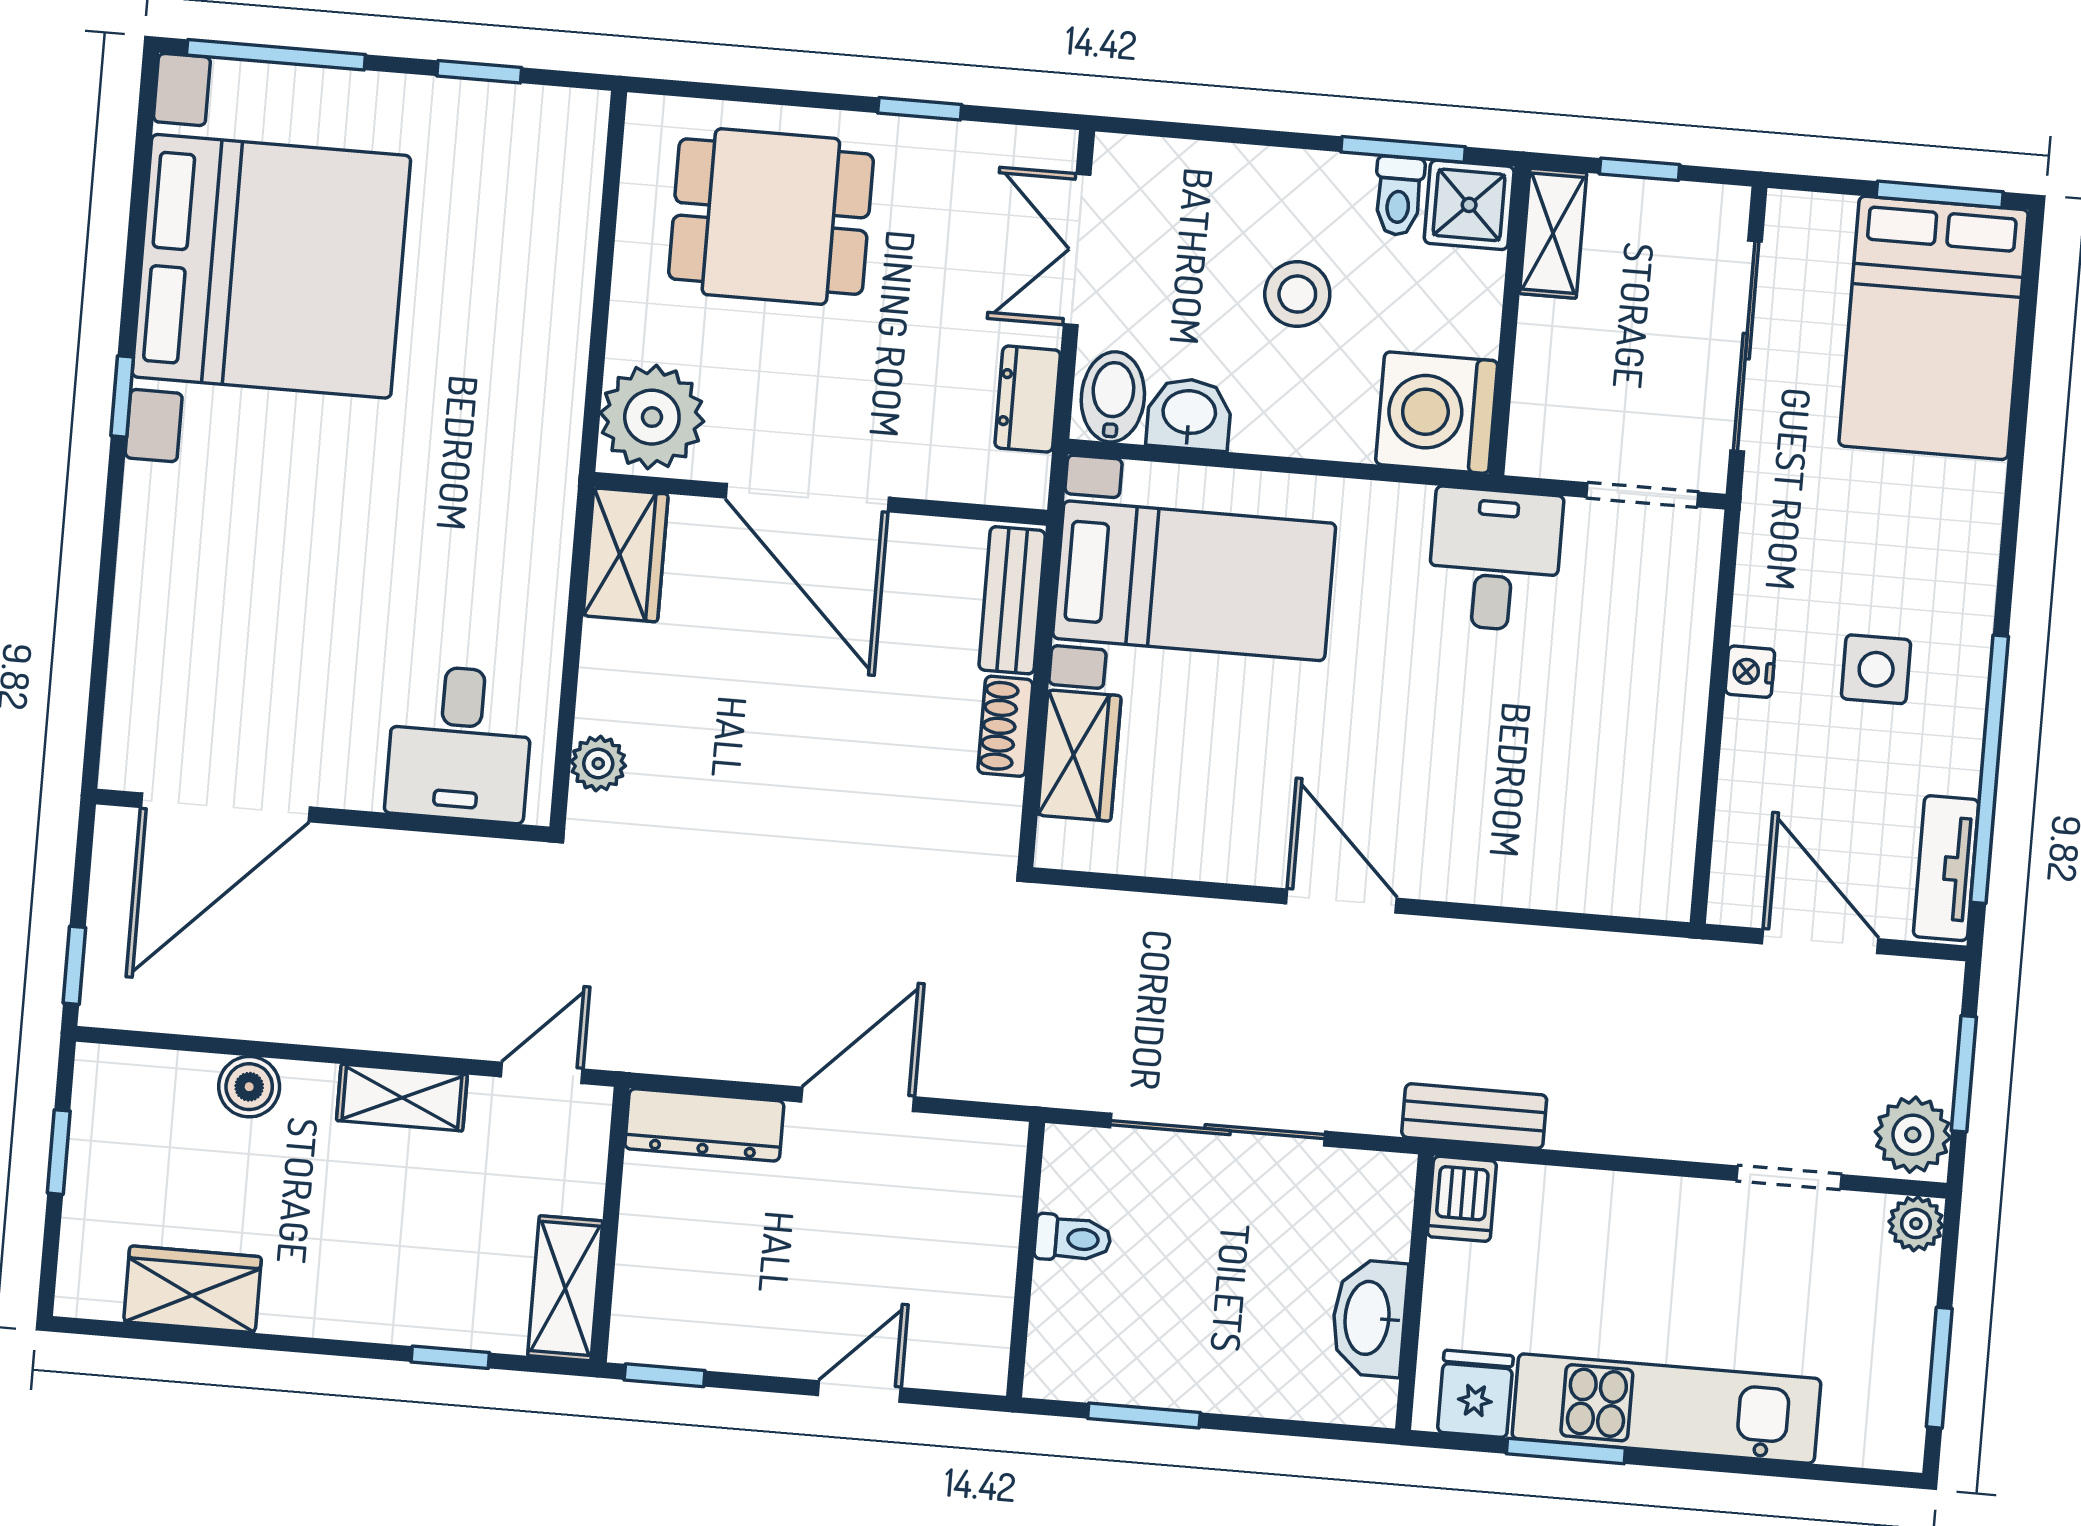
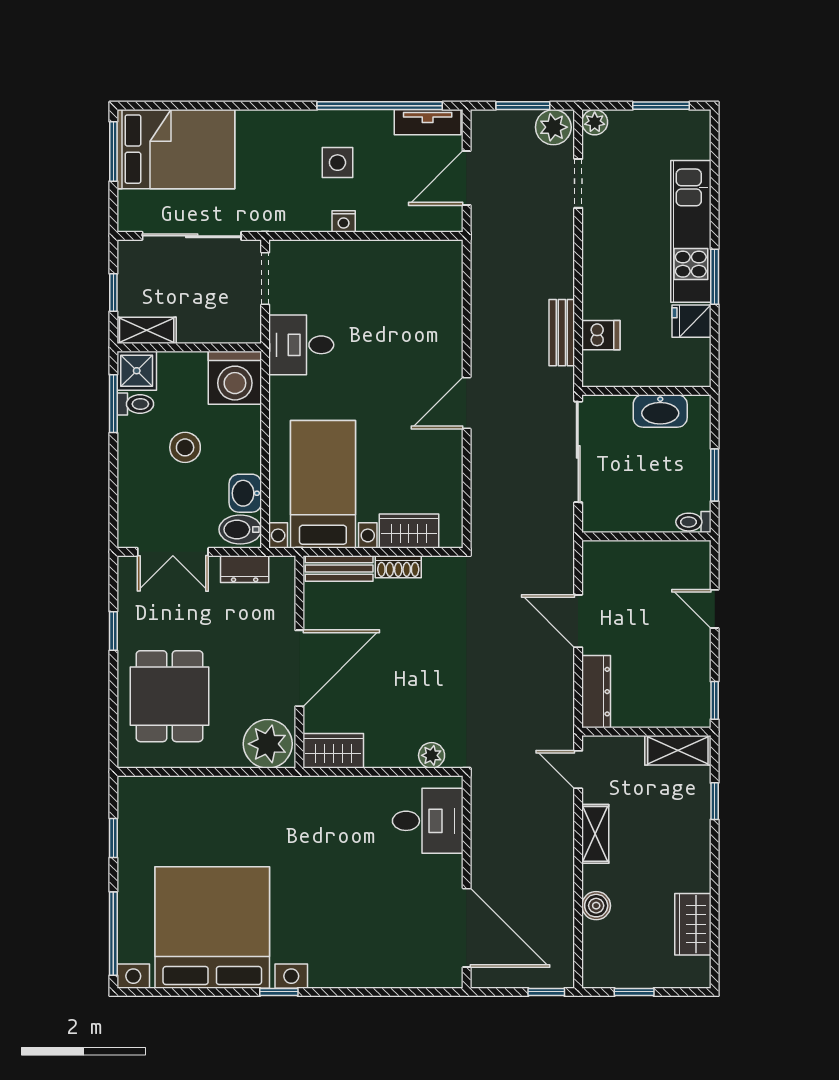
toilet: (1073, 1239) -> (693, 522), moved, turned -90
wall: (1414, 1292) -> (646, 391), moved
washbasin: (1369, 1318) -> (660, 411), moved

